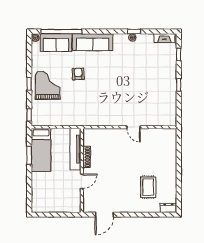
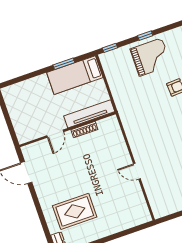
door: (134, 127) -> (137, 171), hinge flipped
door: (82, 181) -> (55, 134), hinge flipped
rug: (148, 187) -> (75, 211), width x1.36, depth x1.43

